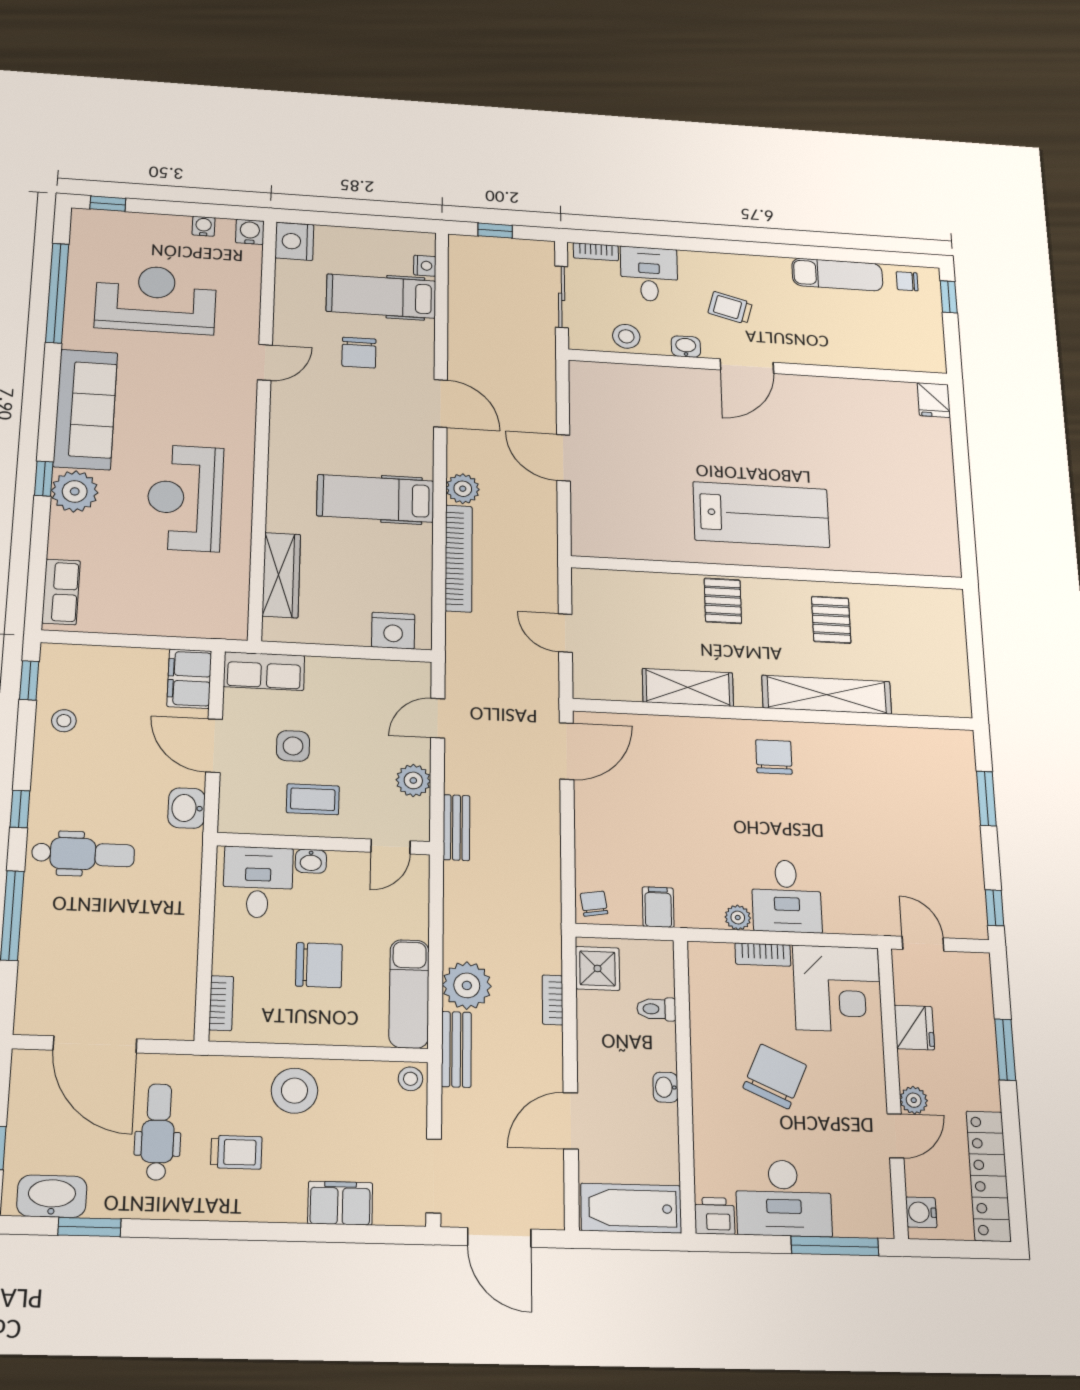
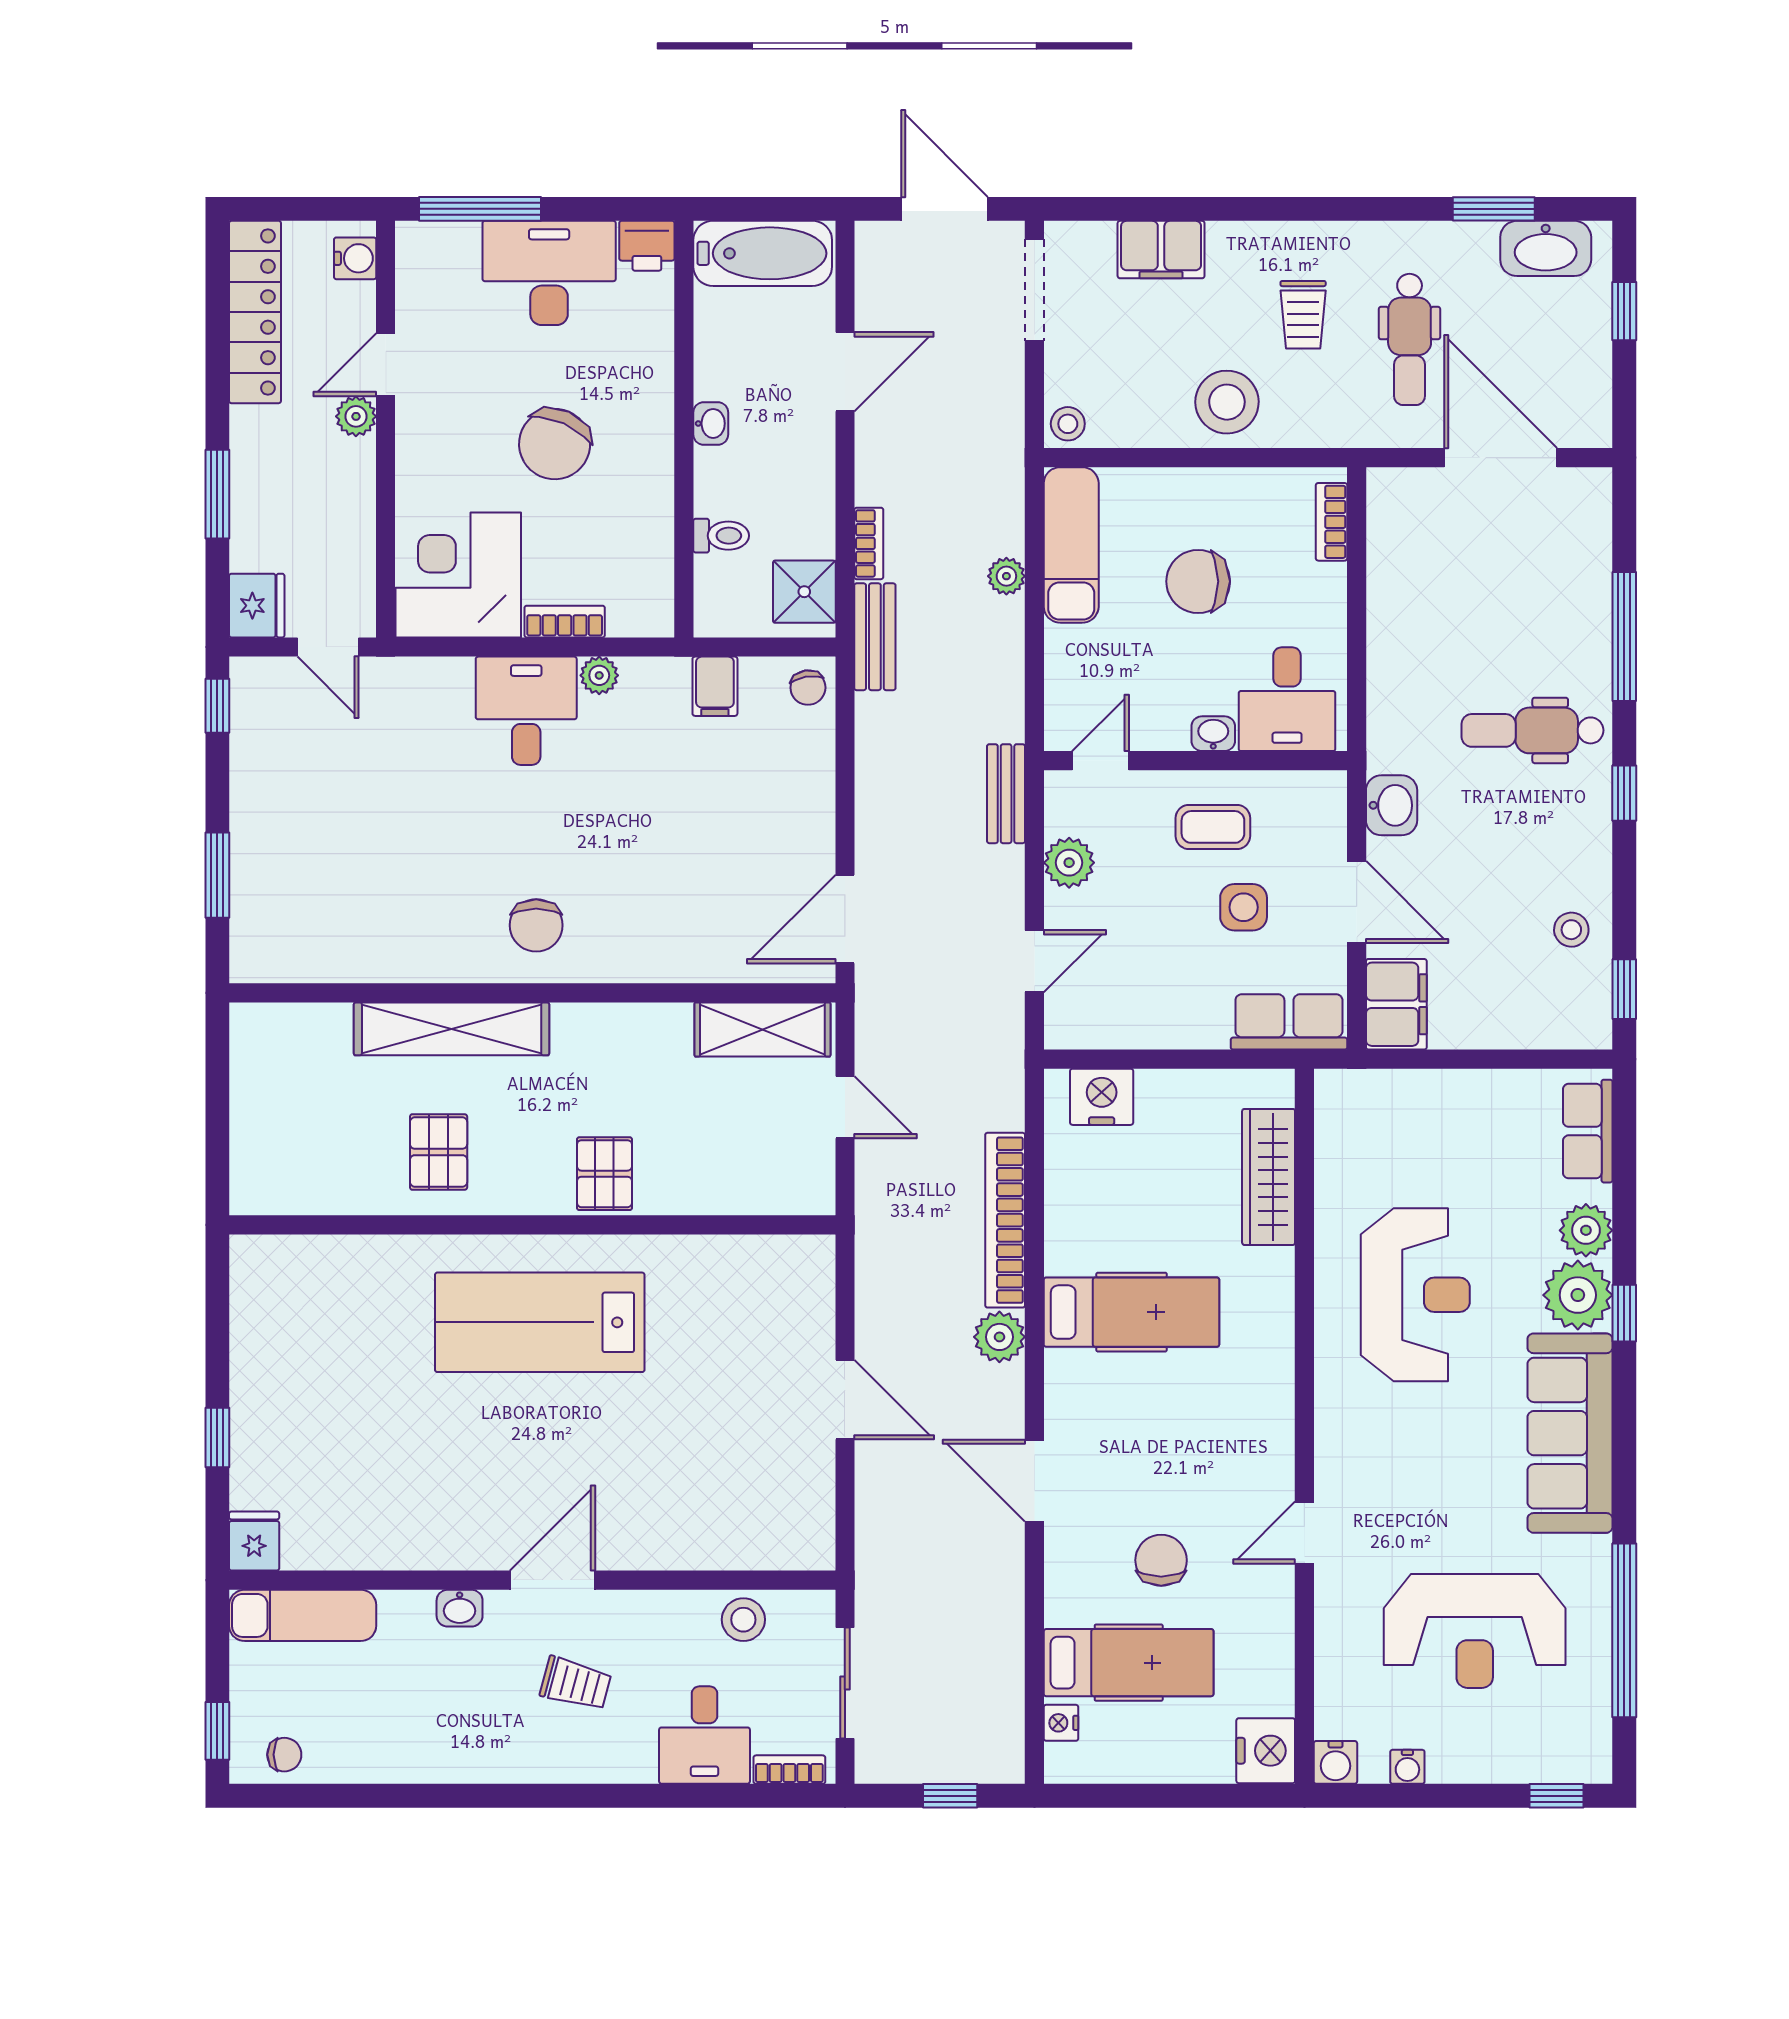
exam couch: (837, 275) -> (303, 1615), moved, turned 180
washbasin: (686, 347) -> (460, 1608), moved
window: (961, 460) -> (217, 1437), added
plant: (66, 531) -> (1586, 1230), added
shelving: (688, 687) -> (762, 1029), moved
plant: (467, 985) -> (1006, 576), width x0.53, depth x0.53
fridge: (914, 1028) -> (257, 606), moved, turned 180
bench: (456, 1049) -> (875, 637), moved
trolley: (236, 1152) -> (1303, 315), turned -90

